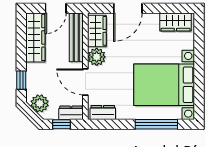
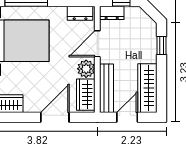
door: (85, 82) -> (97, 44), swing flipped
plant: (40, 103) -> (143, 22), removed

